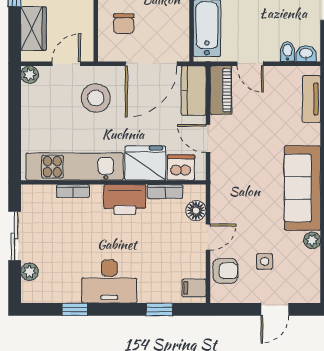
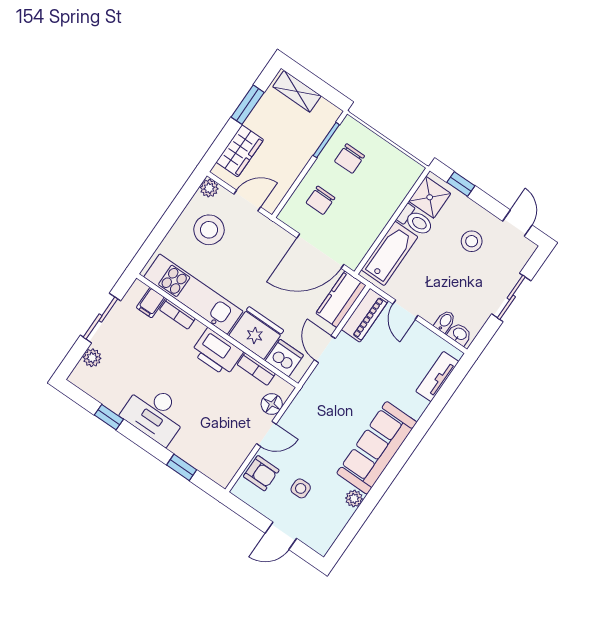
stool: (96, 98) -> (209, 230), moved
filing cabinet: (194, 288) -> (151, 303), moved, turned -90

